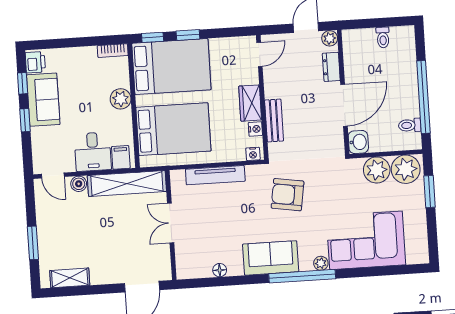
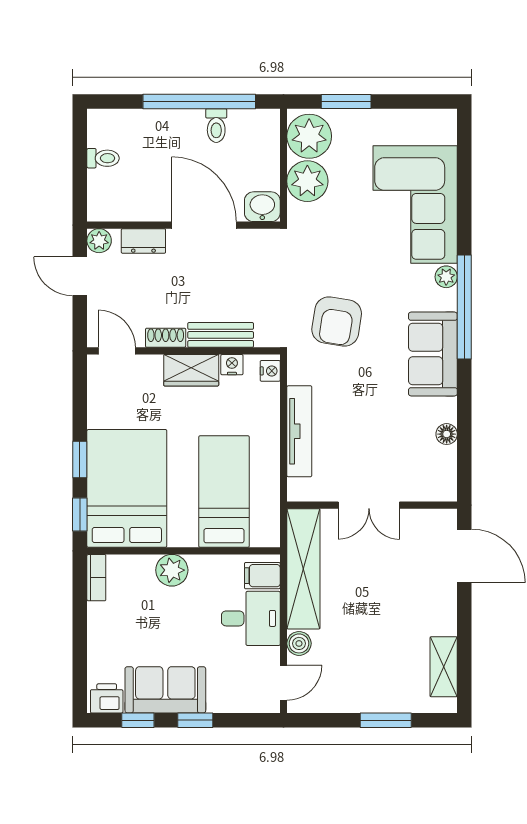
shoe rack: (270, 85) -> (166, 338), added
toilet: (410, 125) -> (216, 126), moved
bed: (173, 129) -> (224, 492), width x0.67

